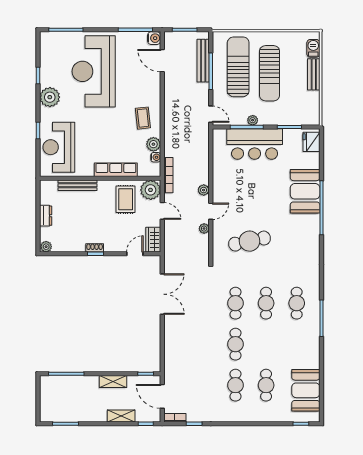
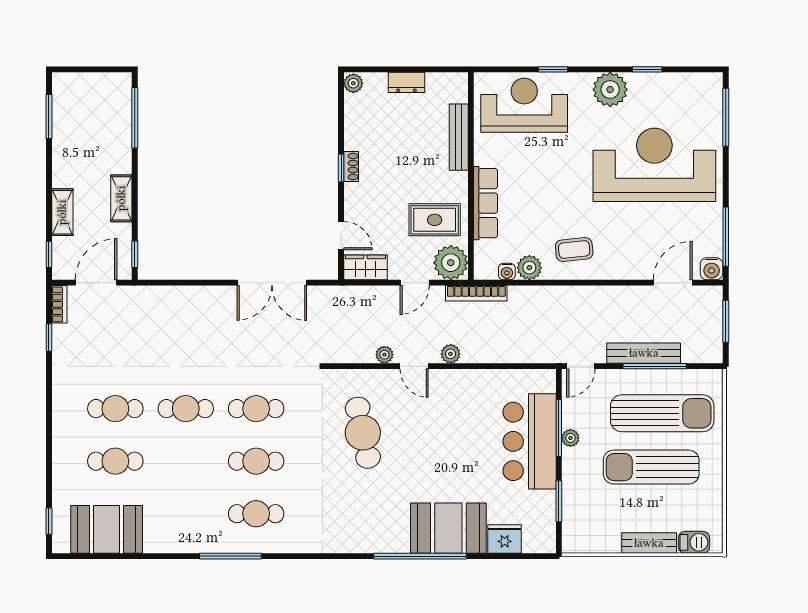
bench: (203, 61) -> (644, 353), moved
fridge: (311, 142) -> (505, 539), moved

